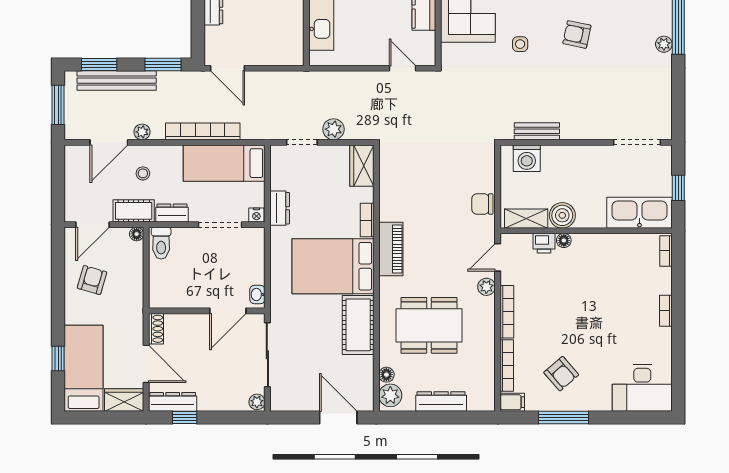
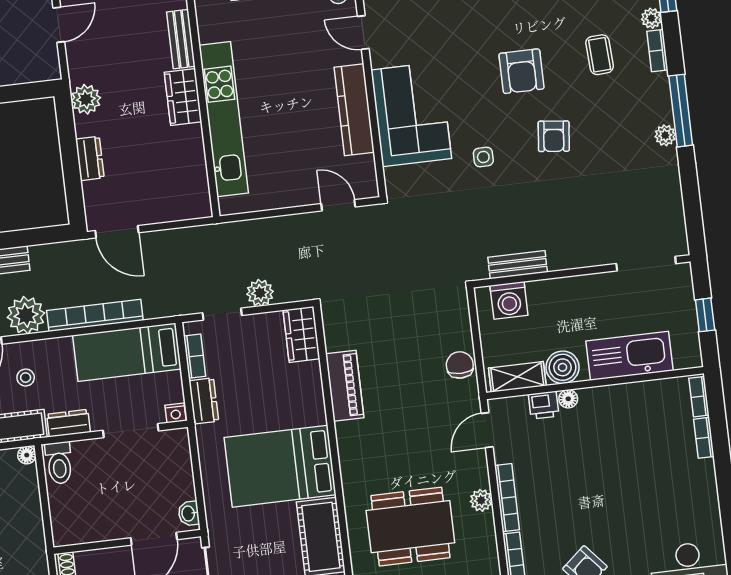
armchair: (577, 34) -> (554, 136), turned -96
window: (163, 65) -> (35, 237), removed
plant: (142, 132) -> (26, 315), width x1.87, depth x1.87
chair: (482, 204) -> (460, 365), turned 90
kitchen sink: (640, 213) -> (629, 356), moved
bookcase: (367, 220) -> (195, 356), moved, turned 180
piano: (391, 249) -> (345, 386), moved
plant: (486, 287) -> (481, 500), moved
bookcase: (666, 311) -> (704, 438), moved

